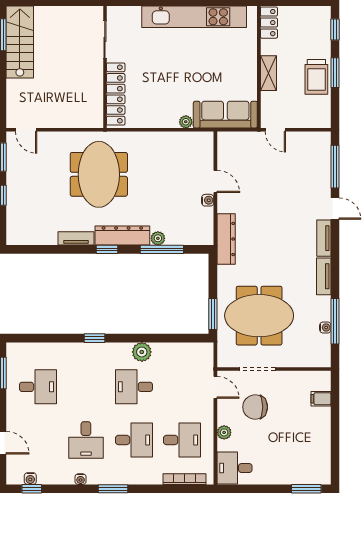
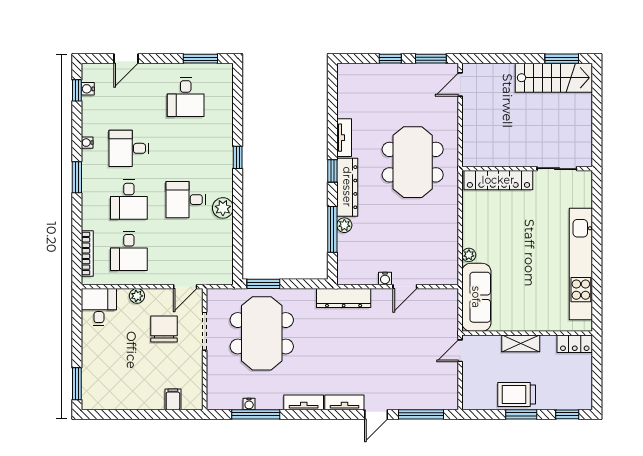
meeting table: (99, 174) -> (413, 162), turned 90
desk: (134, 387) -> (186, 200), turned -90

